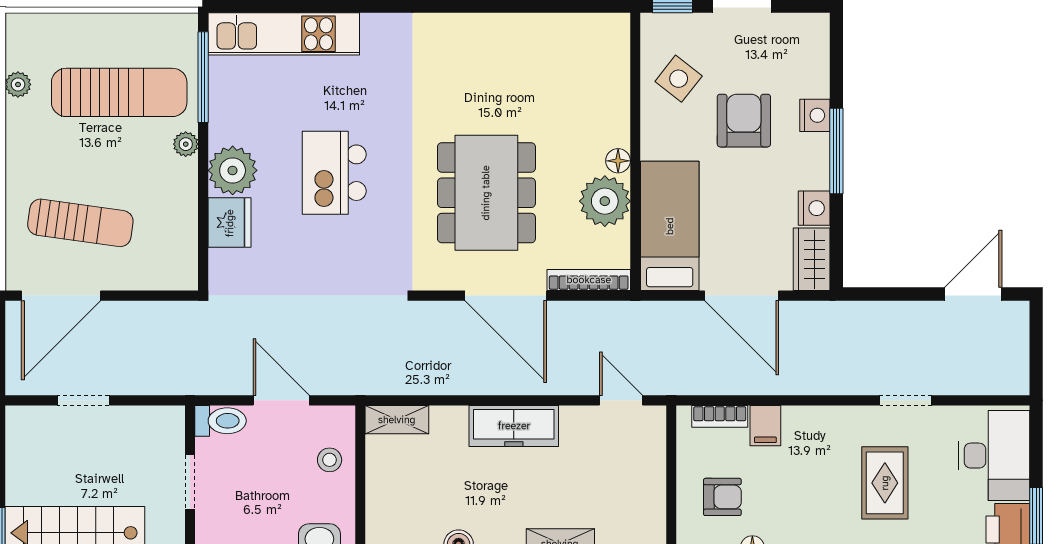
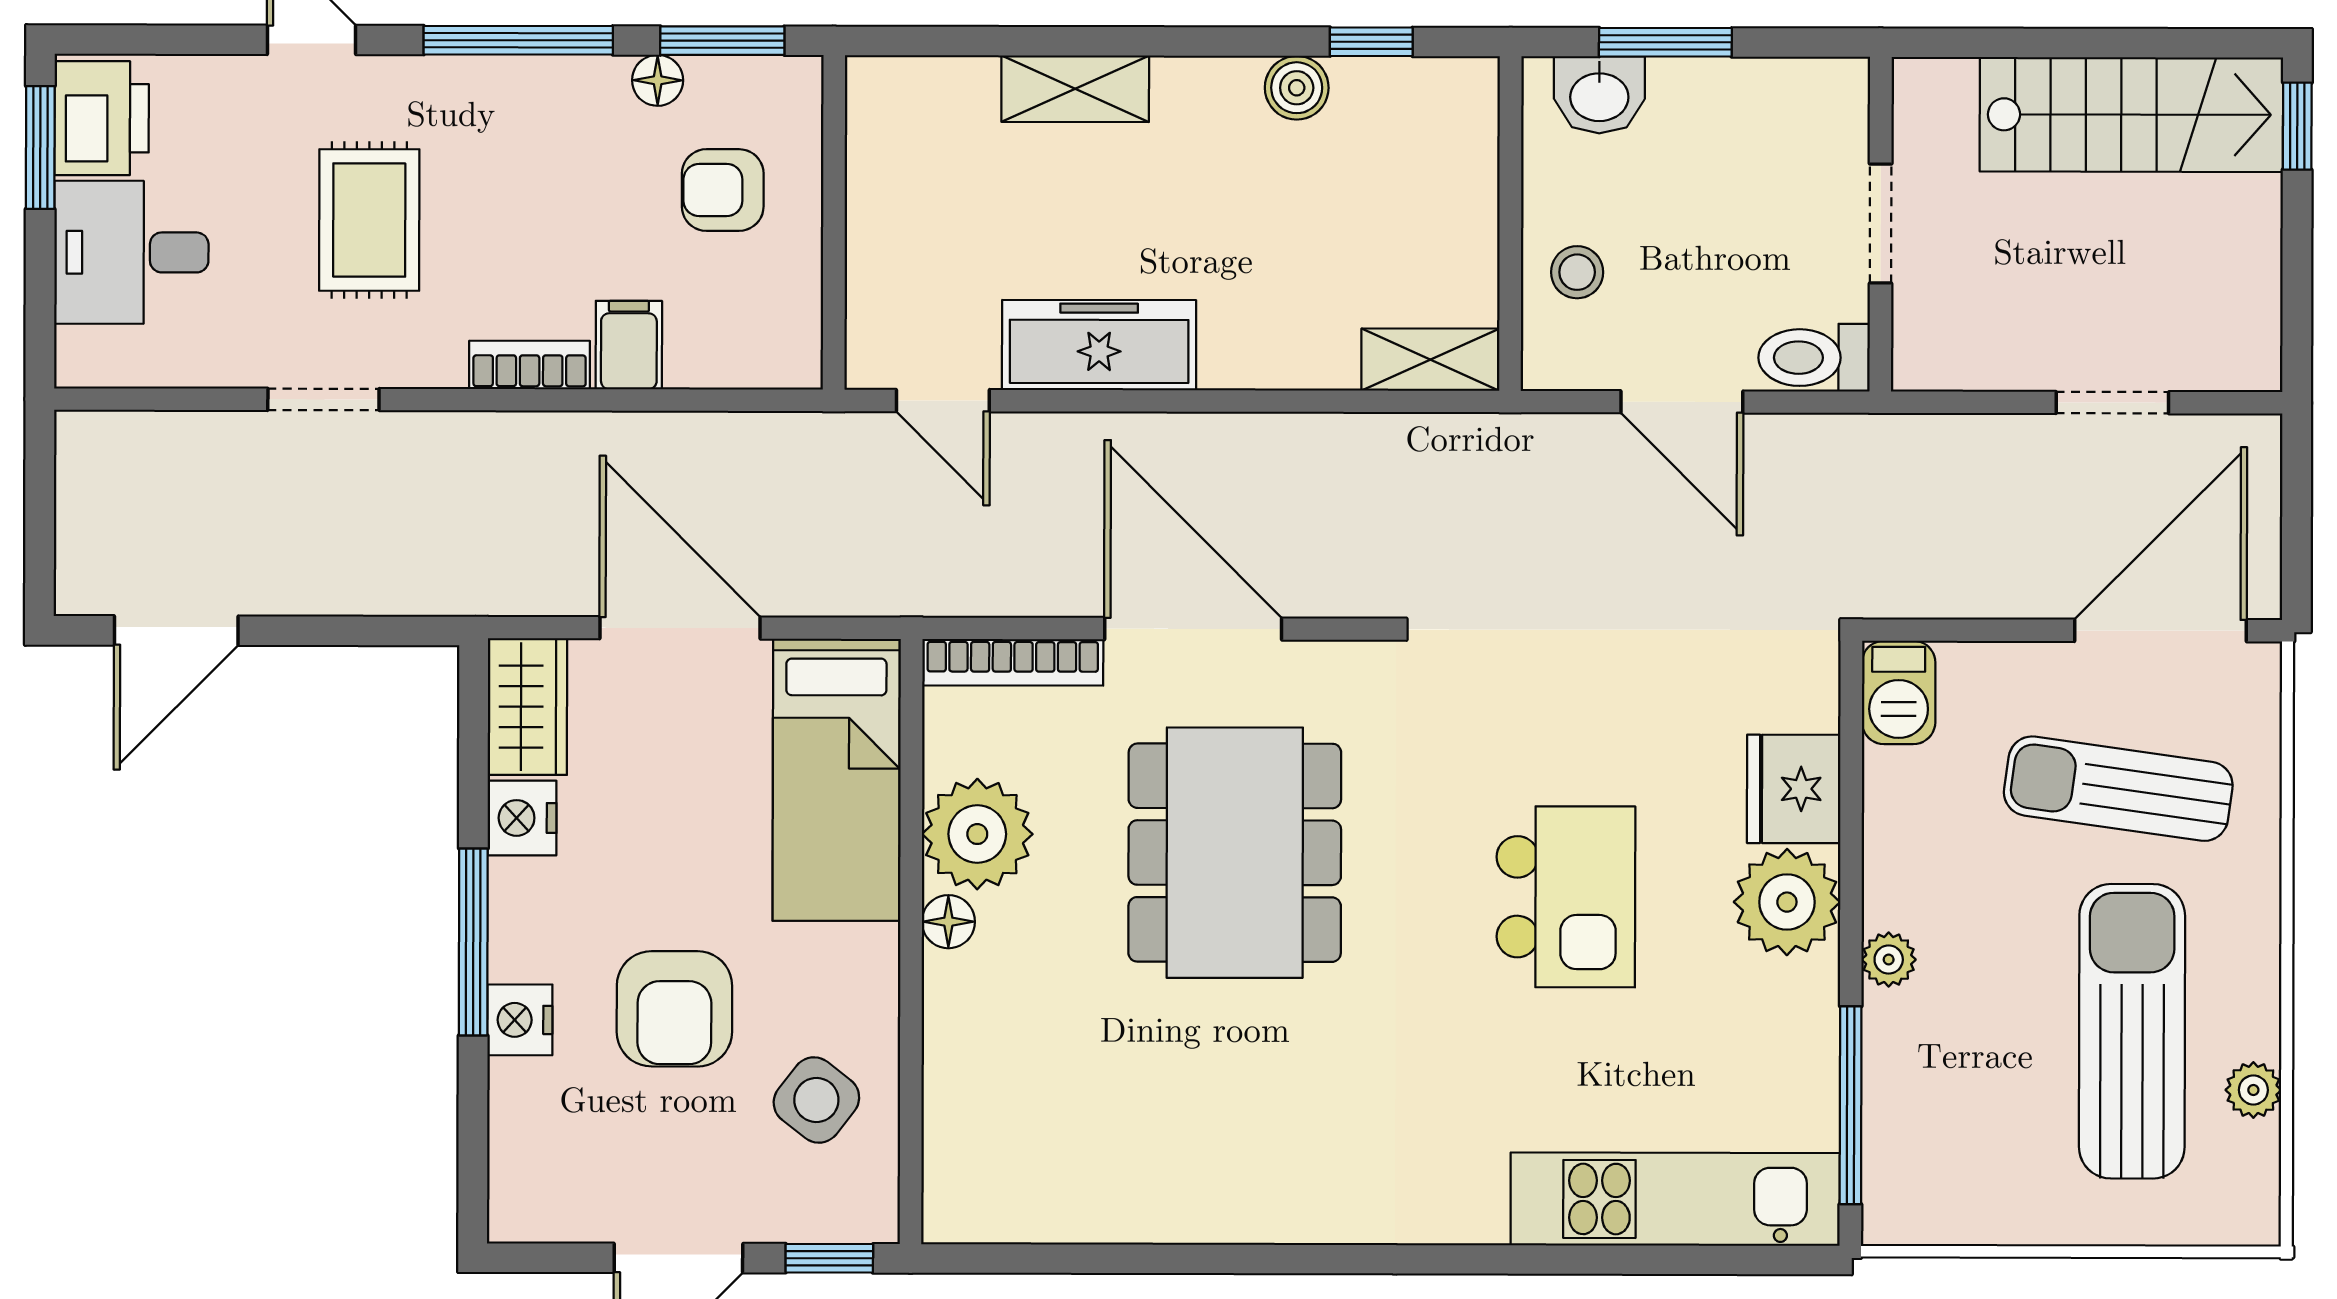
sun lounger: (119, 92) -> (2132, 1031), moved, turned 90
barbecue: (181, 267) -> (1899, 692), added
bookcase: (720, 416) -> (530, 365), moved
freezer: (514, 426) -> (1099, 345), moved
desk: (994, 456) -> (131, 252), width x0.73

